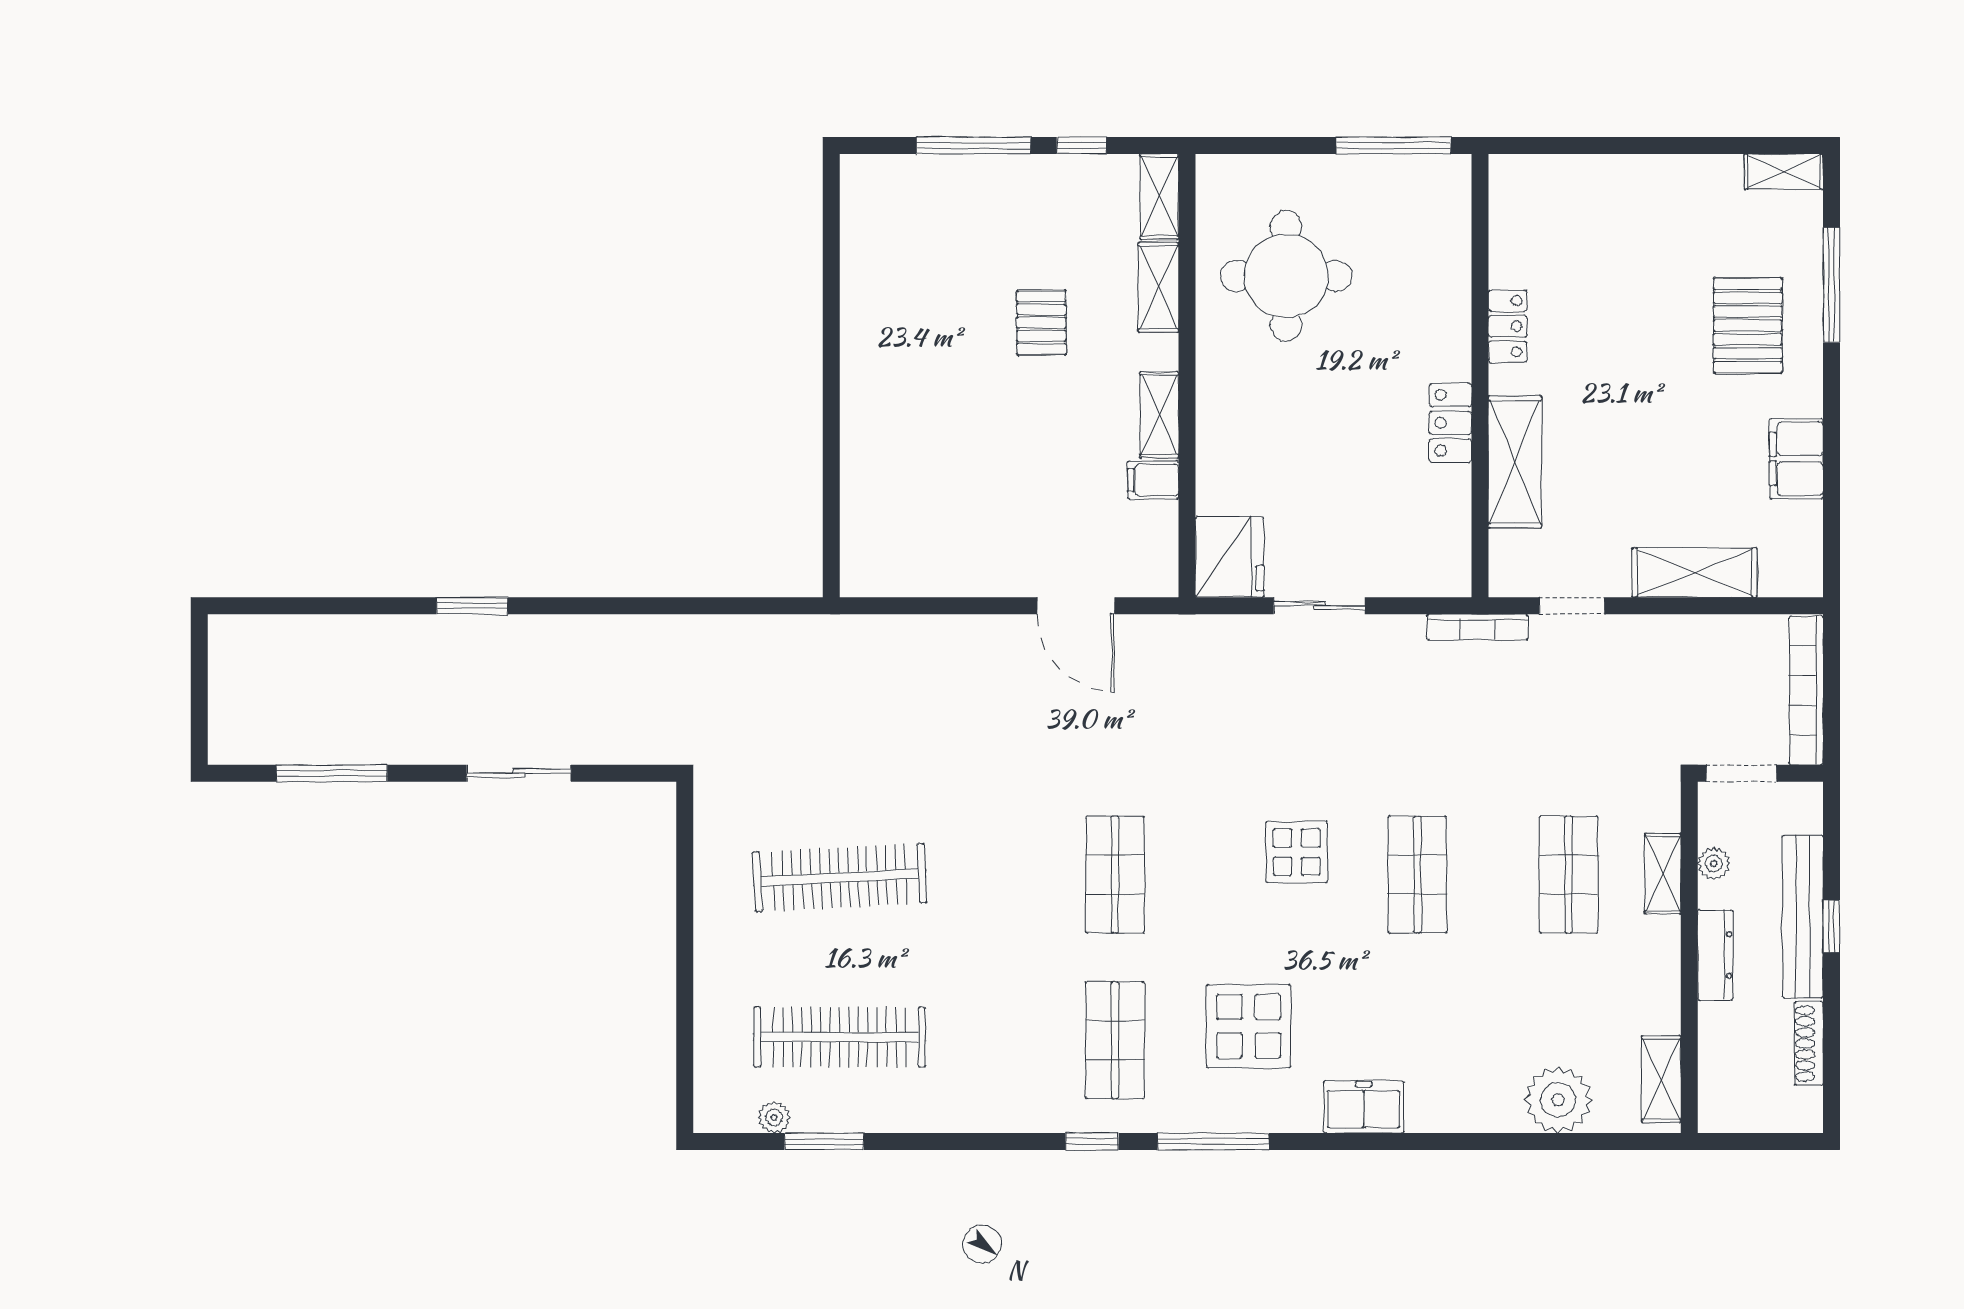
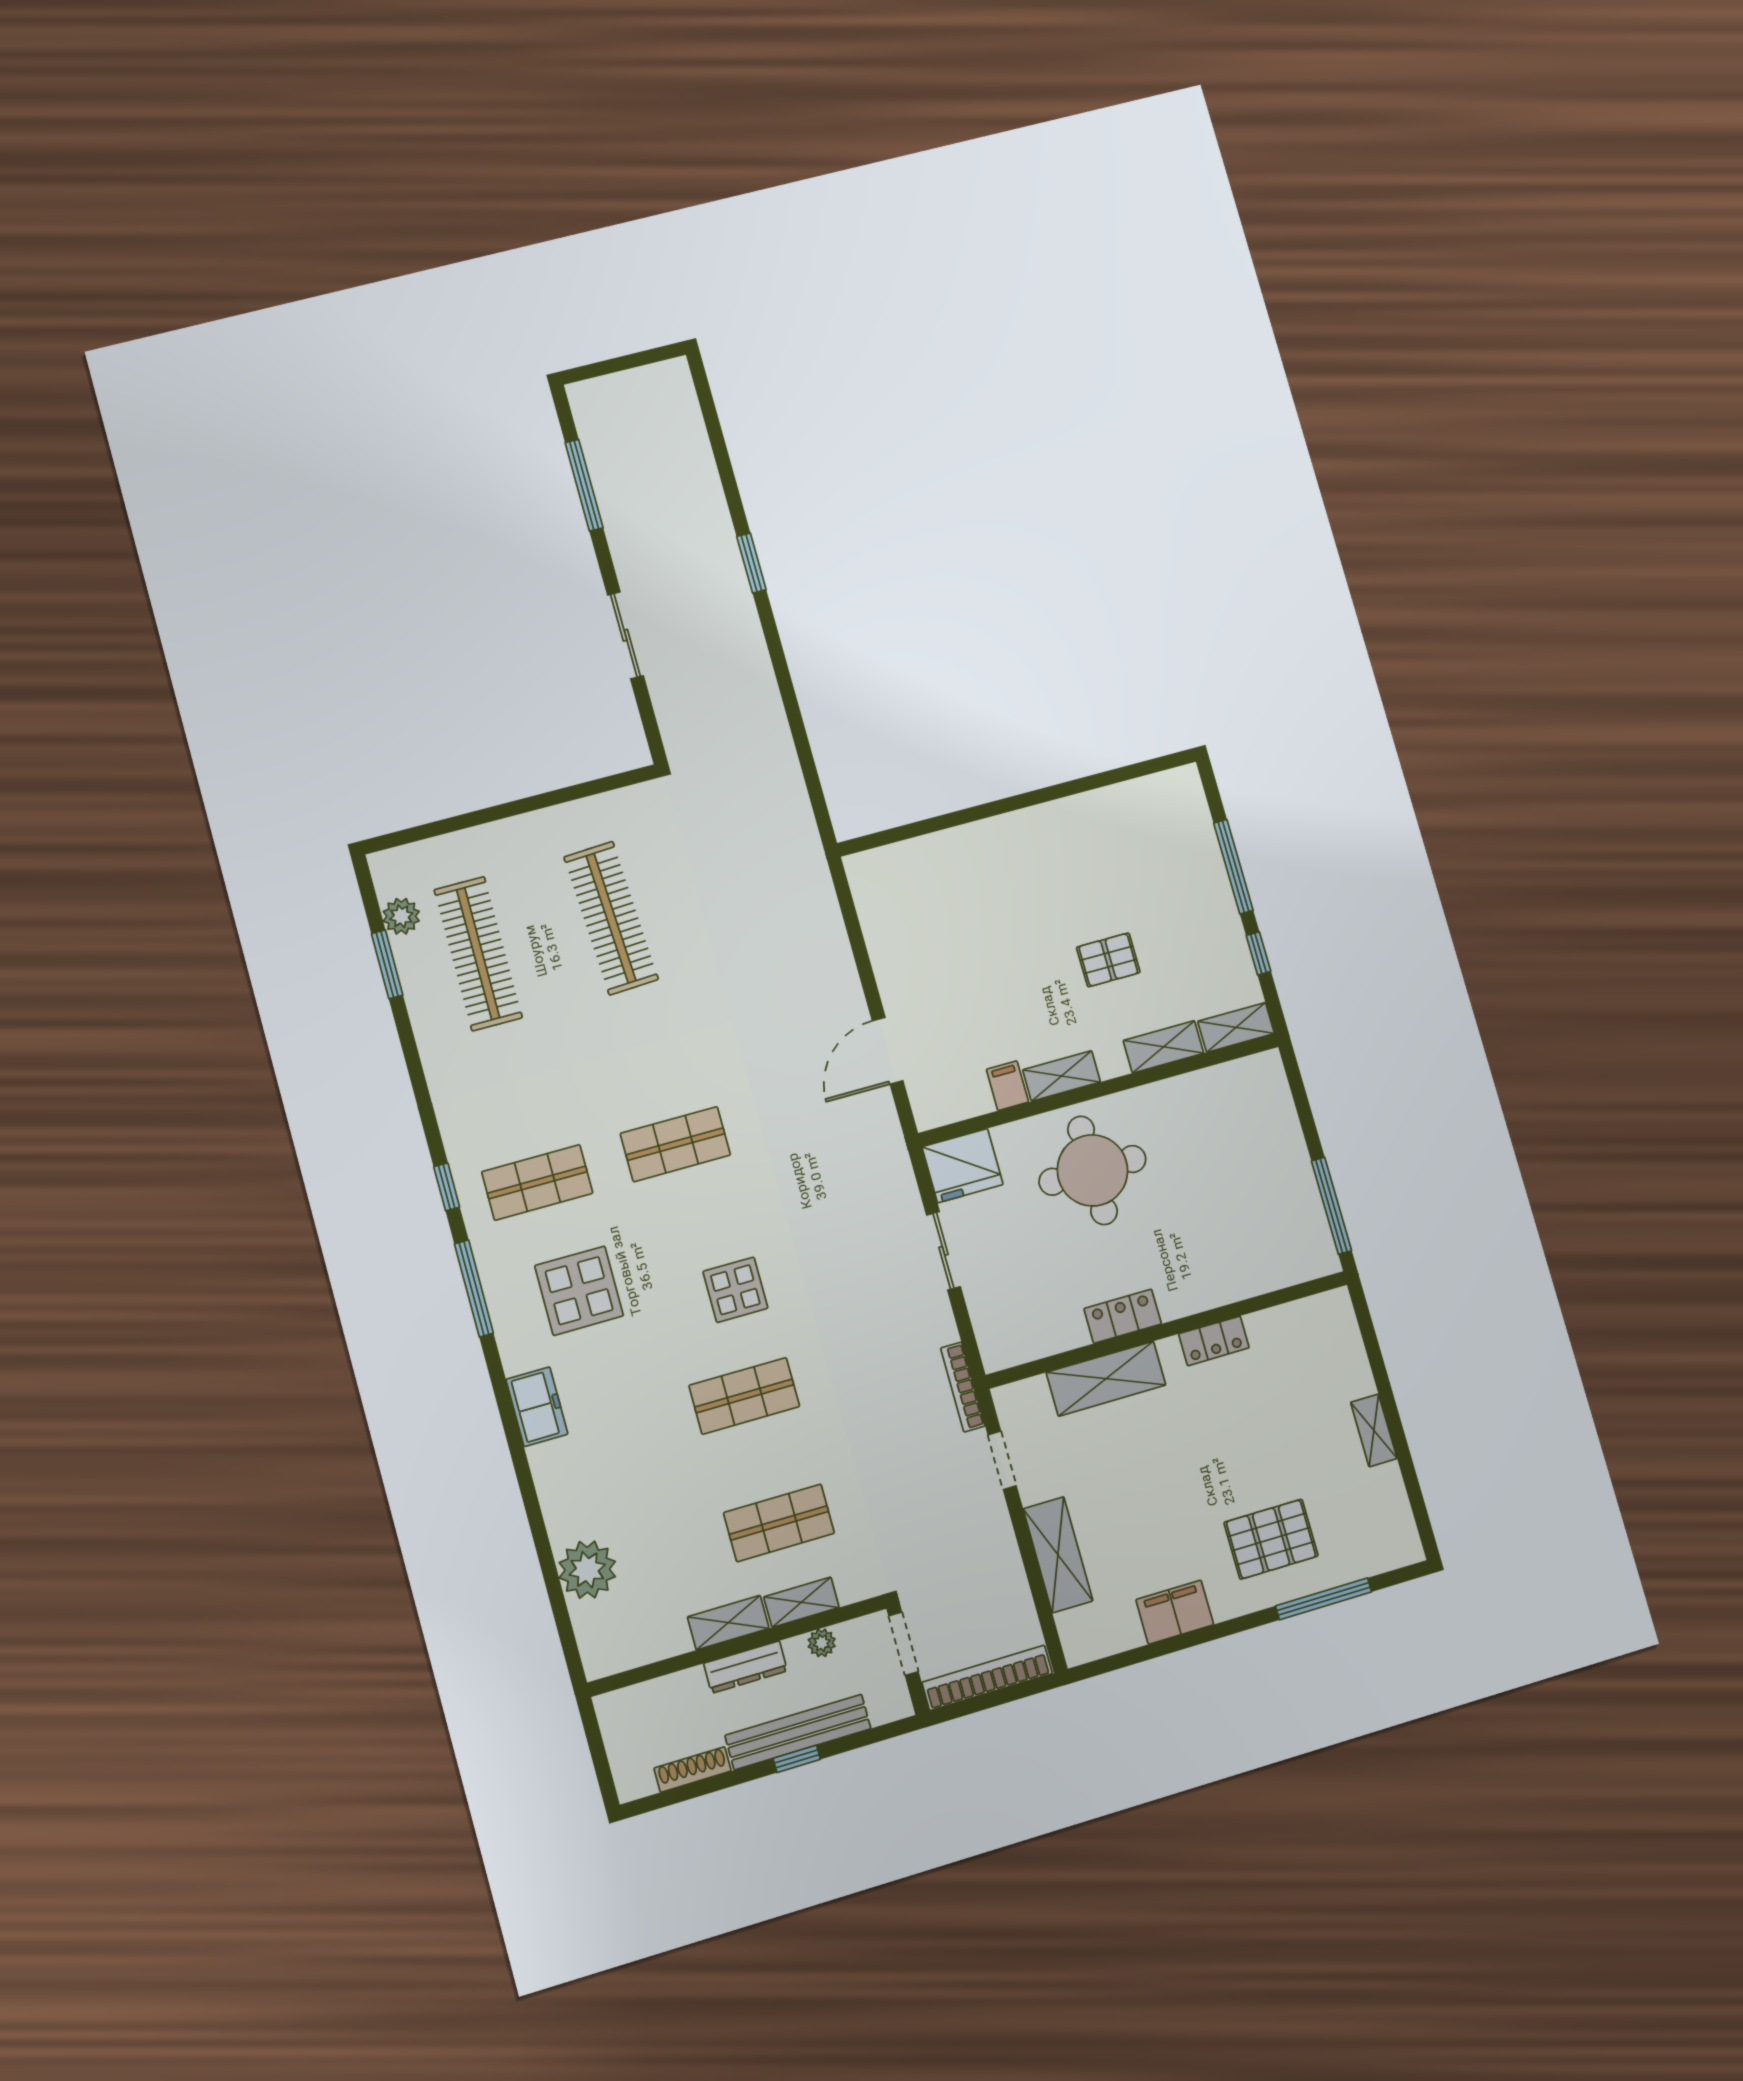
shelving: (1784, 171) -> (1374, 1430), moved
round table: (1286, 276) -> (1092, 1170), moved
shelving: (1661, 1079) -> (728, 1623), moved
plant: (774, 1117) -> (401, 916), width x1.38, depth x1.38

